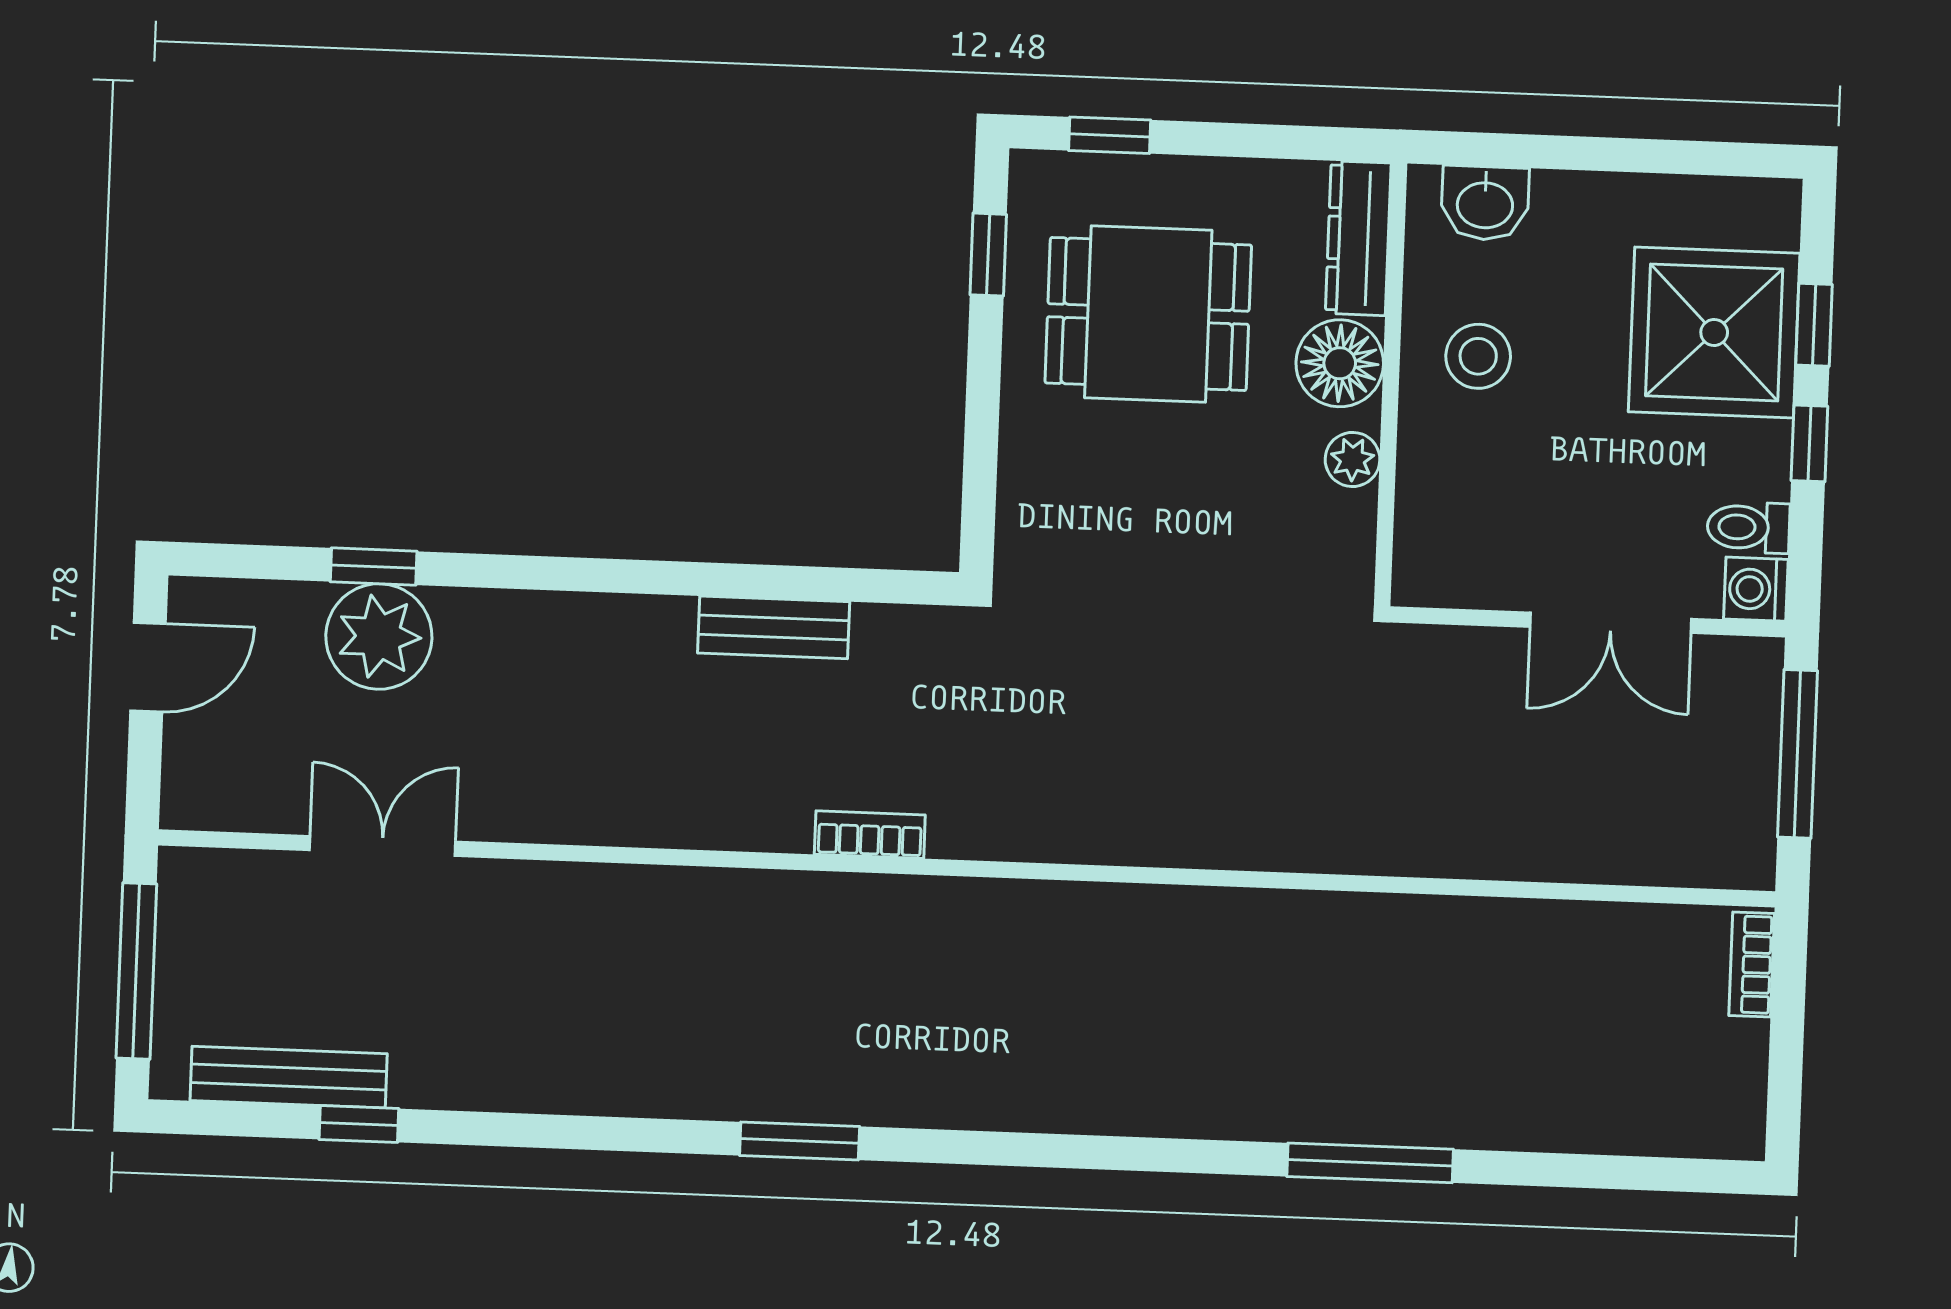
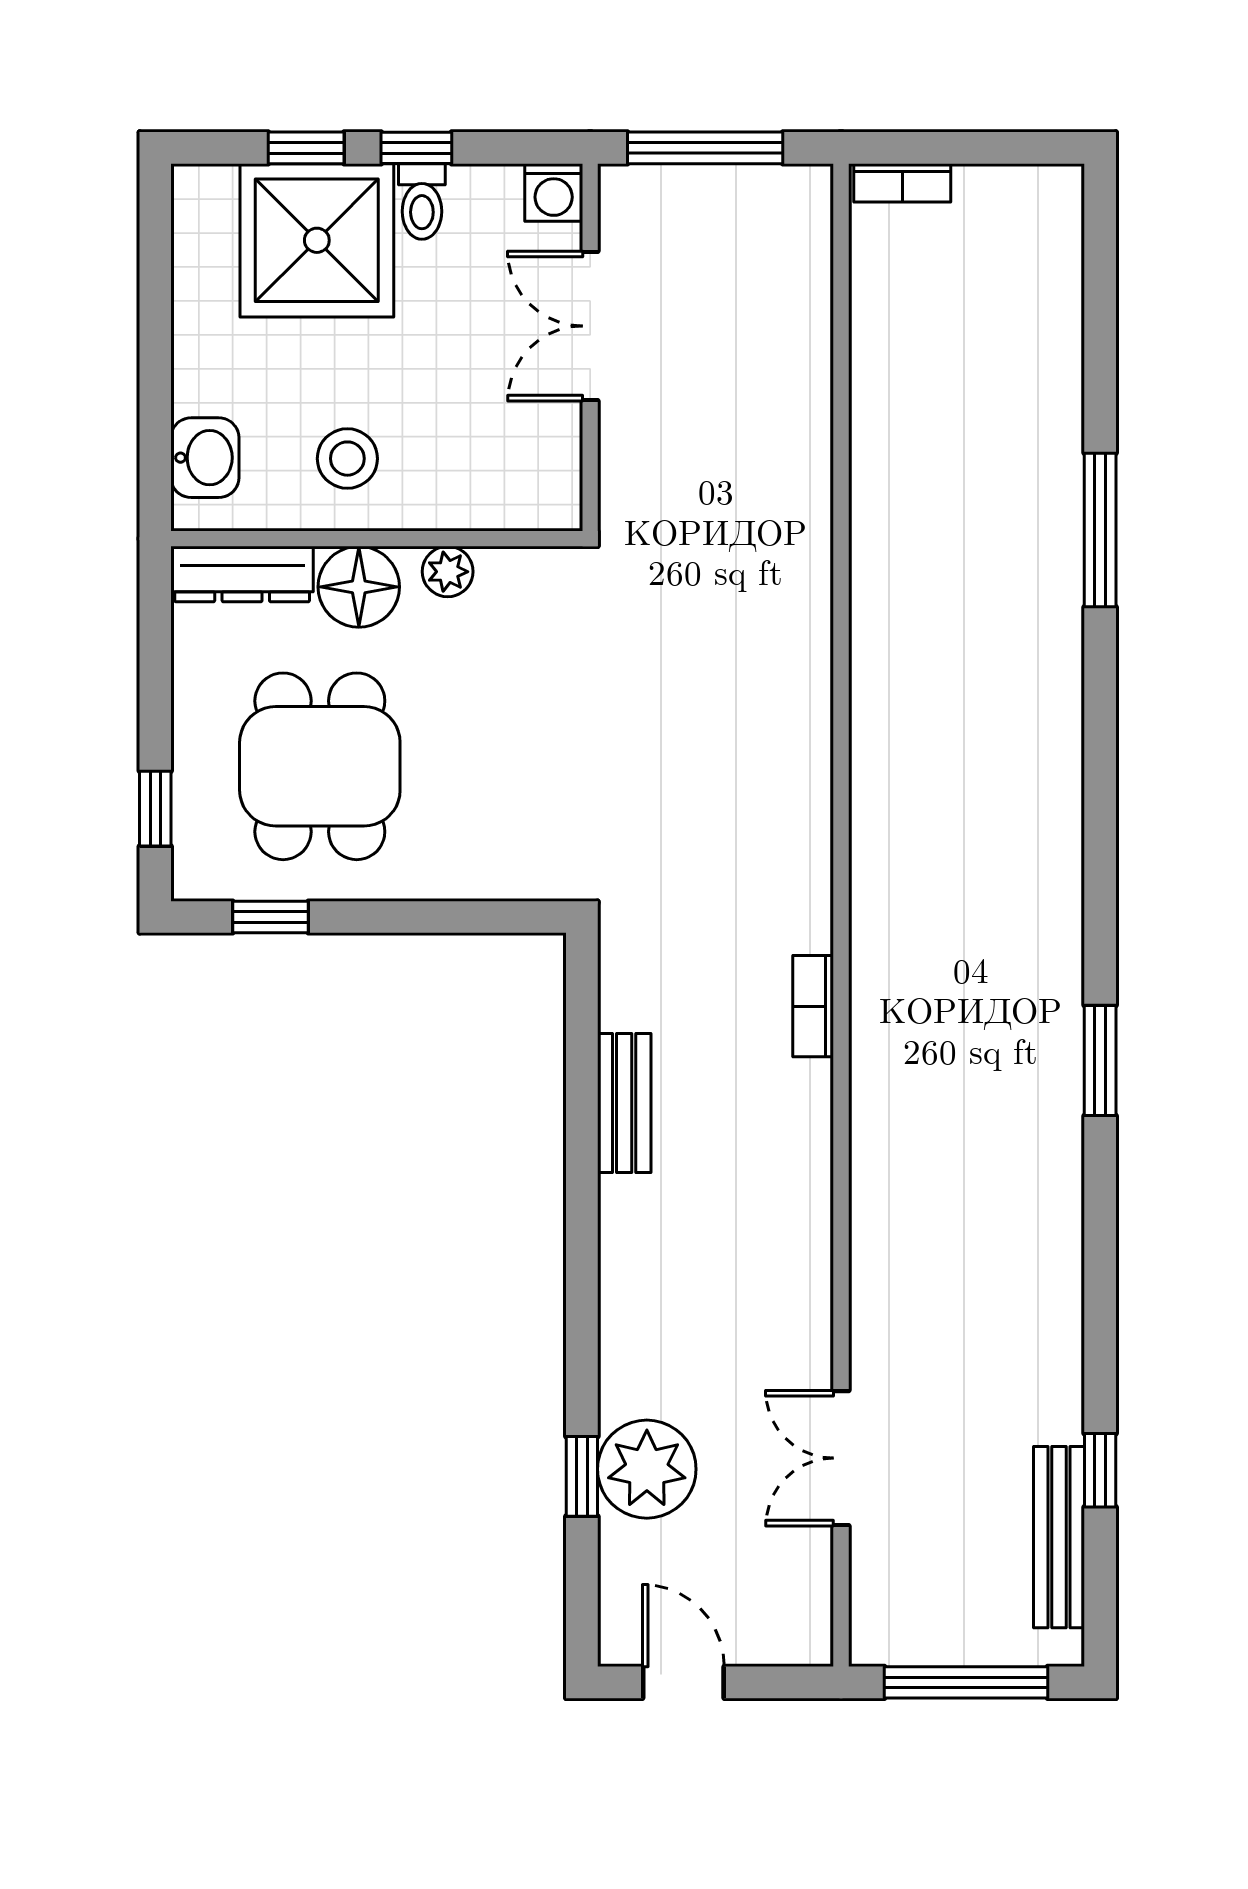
toilet: (1748, 527) -> (422, 202), moved
double door: (1611, 623) -> (590, 326), swing flipped

